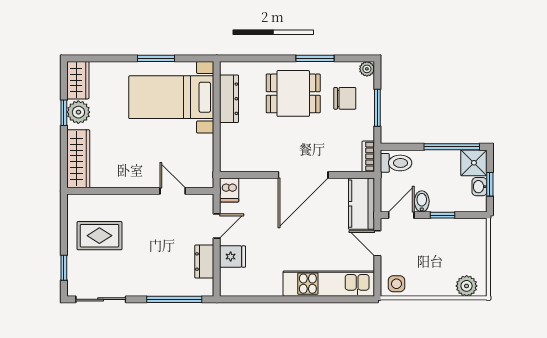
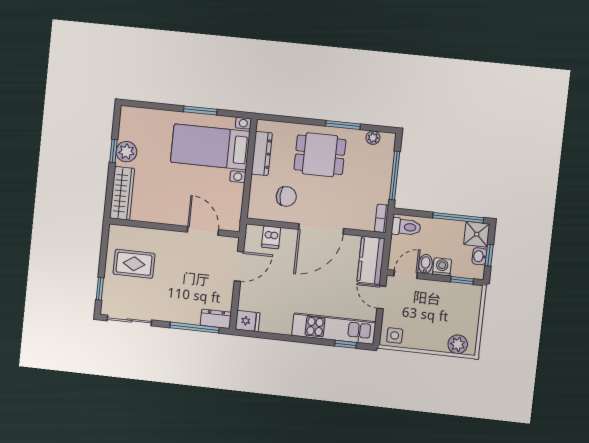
plant: (367, 69) -> (373, 138), moved
wardrobe: (78, 80) -> (129, 123), removed
chair: (345, 98) -> (286, 196), moved
window: (377, 108) -> (395, 175), width x1.44
dishwasher: (229, 190) -> (271, 237), moved
door: (173, 191) -> (203, 231), width x1.38
washing machine: (440, 203) -> (442, 267), added
window: (442, 215) -> (462, 280), moved
door: (217, 226) -> (239, 266), width x1.38
fridge: (233, 257) -> (248, 321), moved
dresser: (204, 262) -> (216, 319), moved, turned 90
window: (344, 299) -> (346, 344), added

